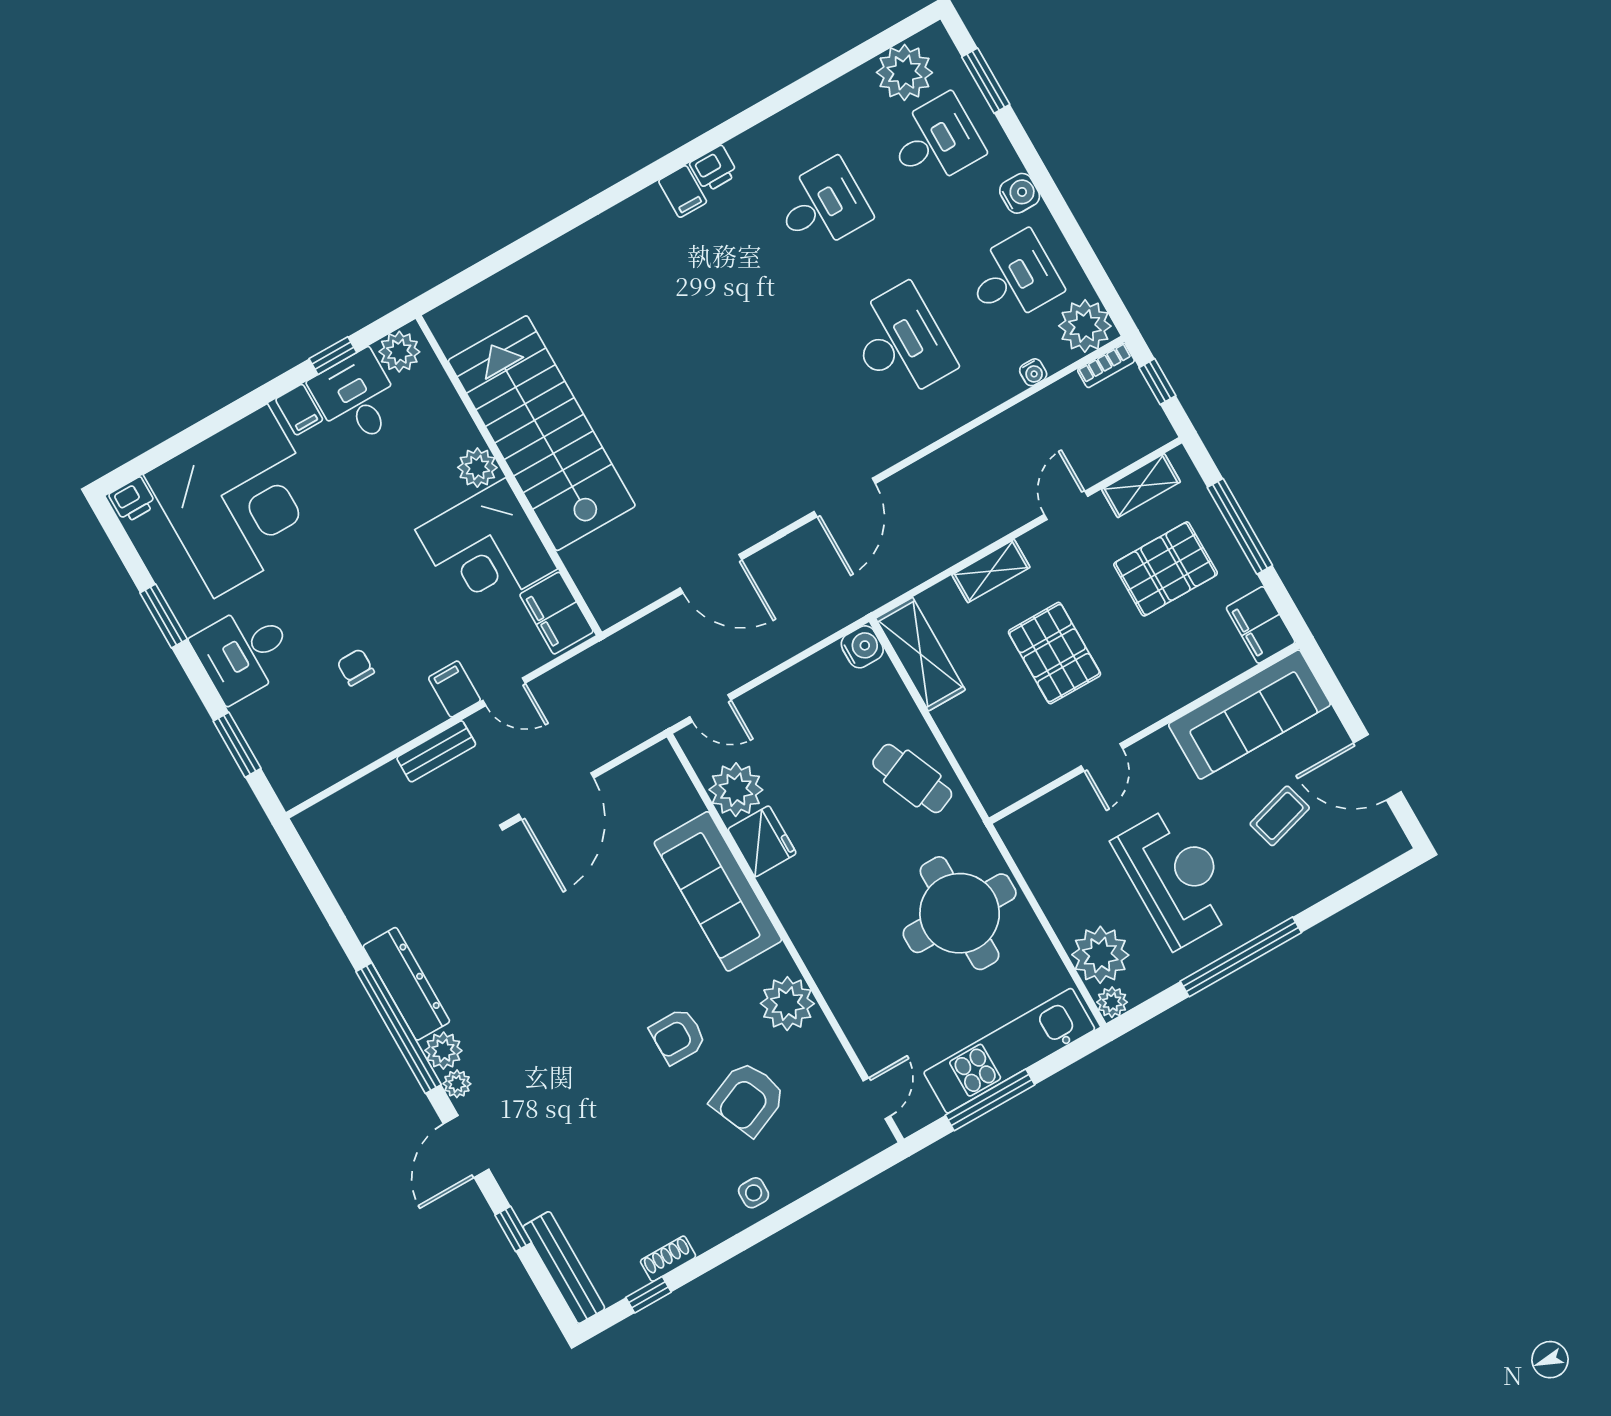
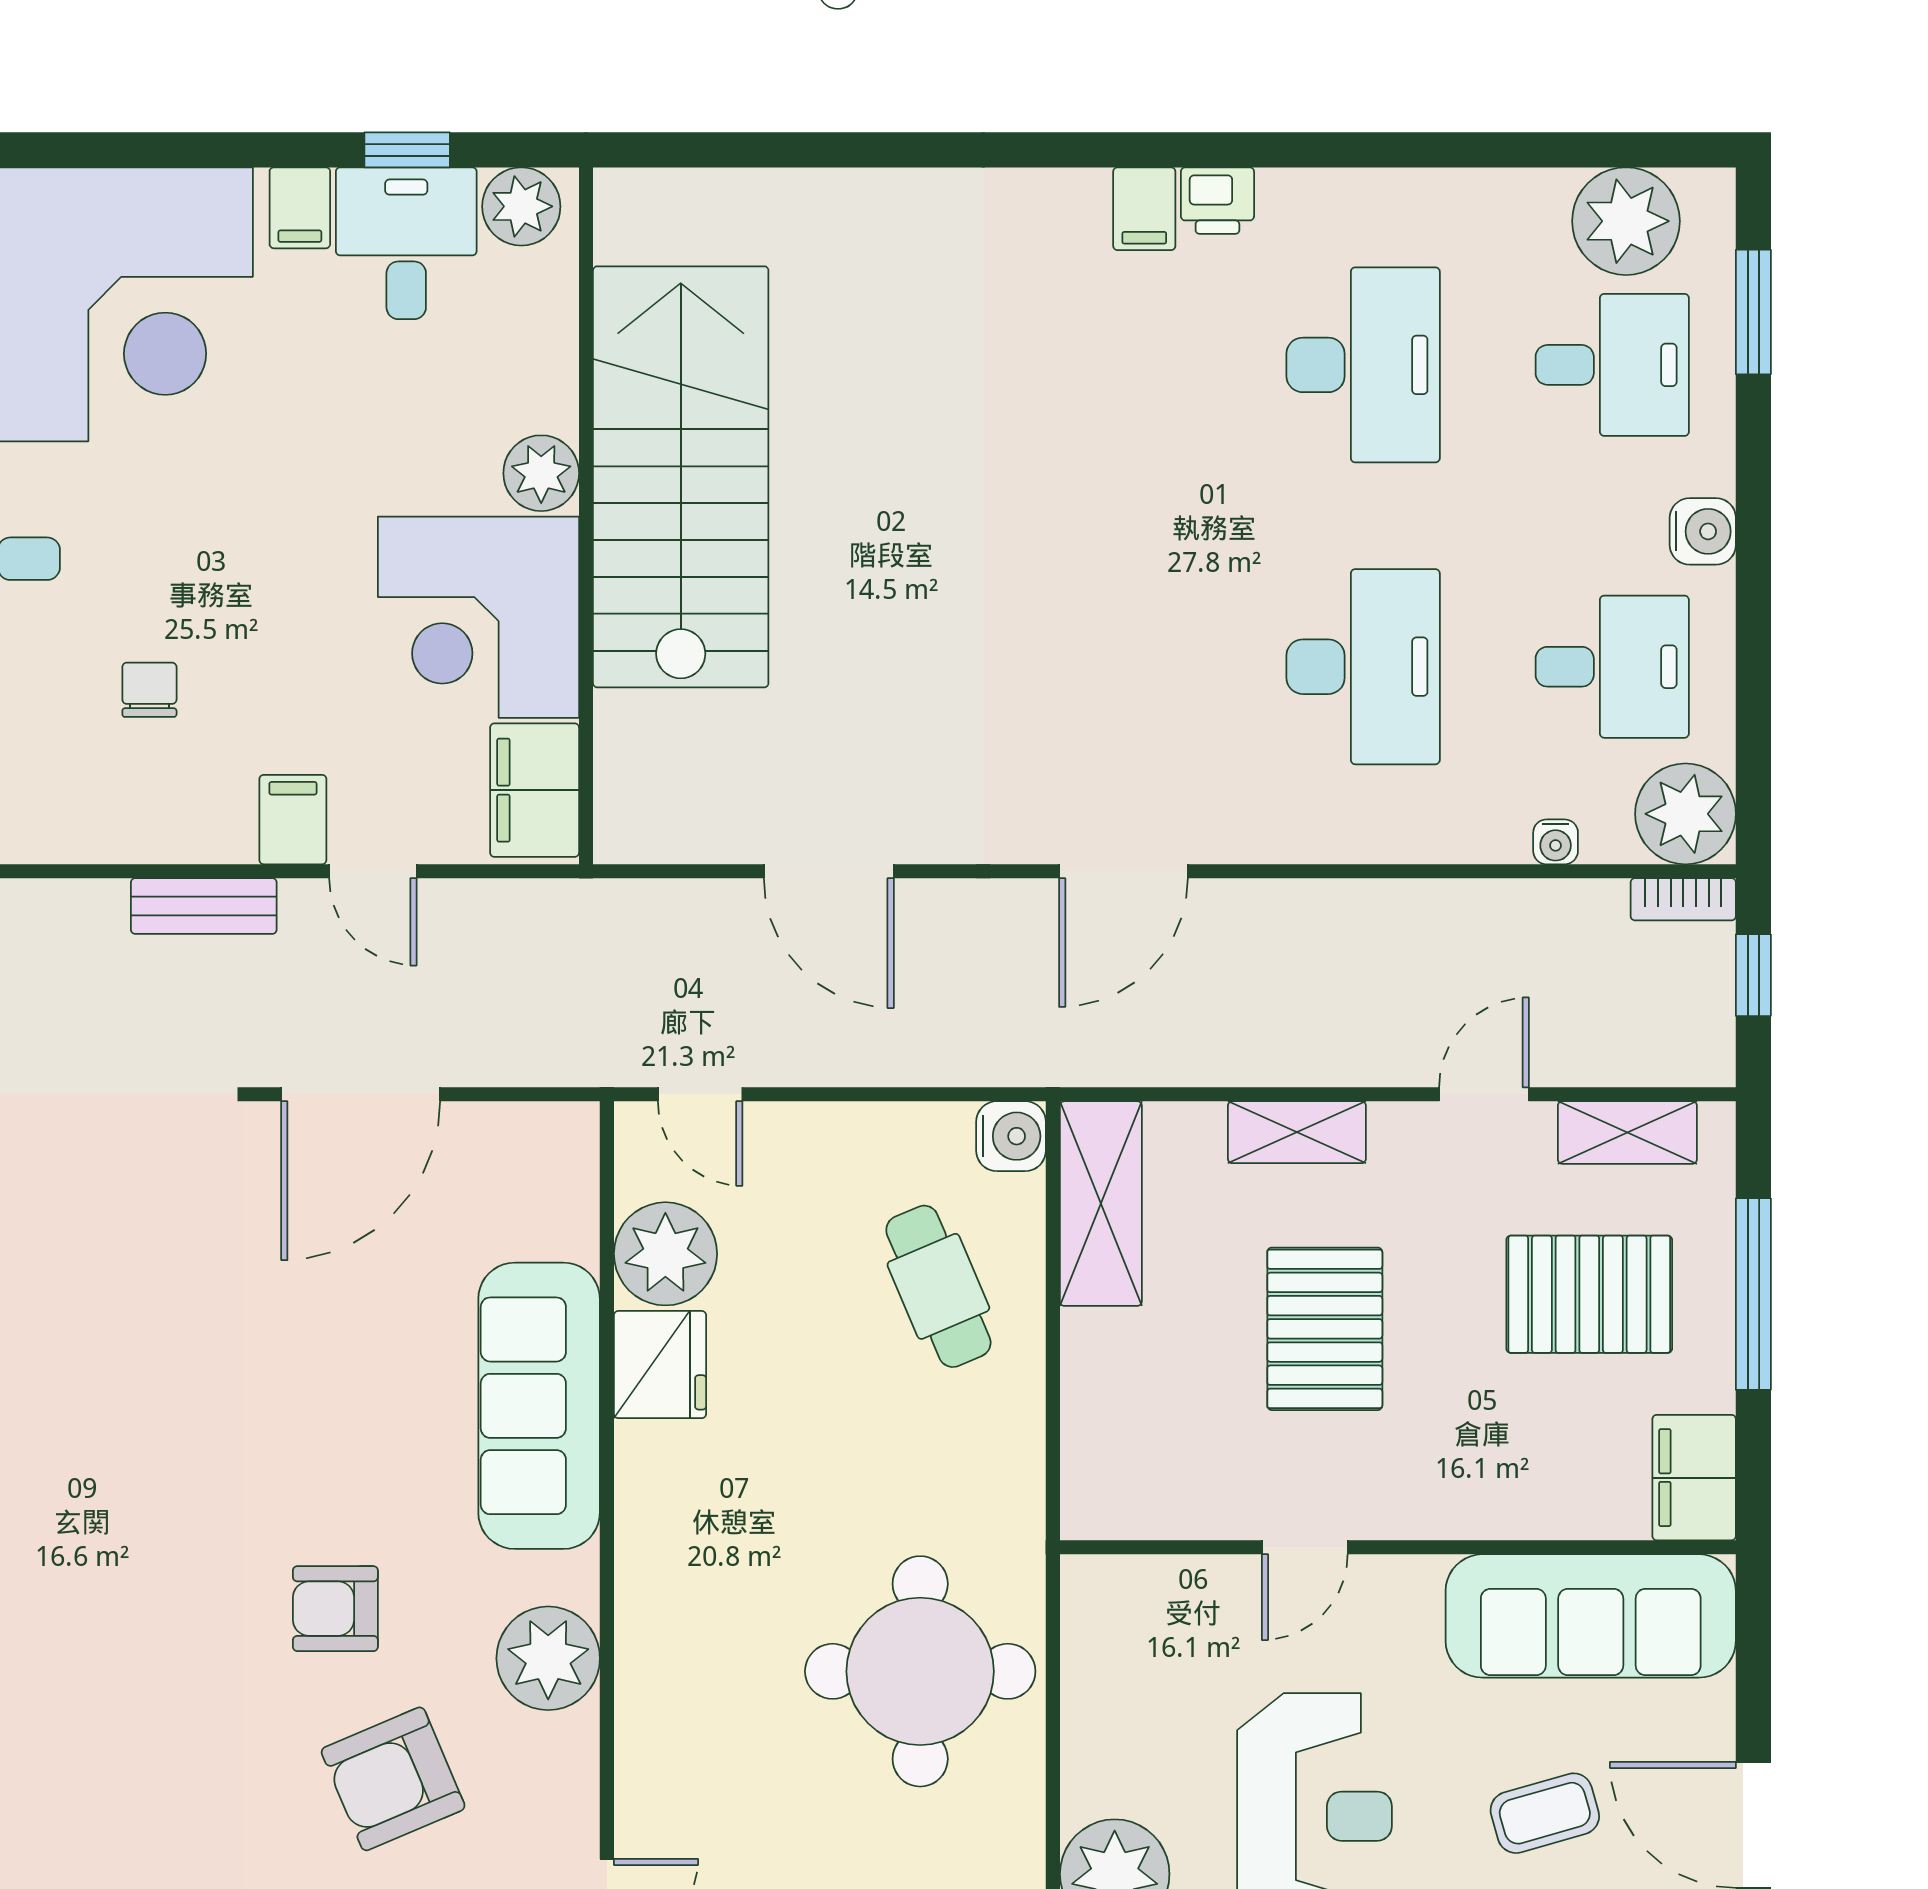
desk: (822, 206) -> (1363, 365), width x1.37
cafe table: (912, 778) -> (938, 1286), moved

